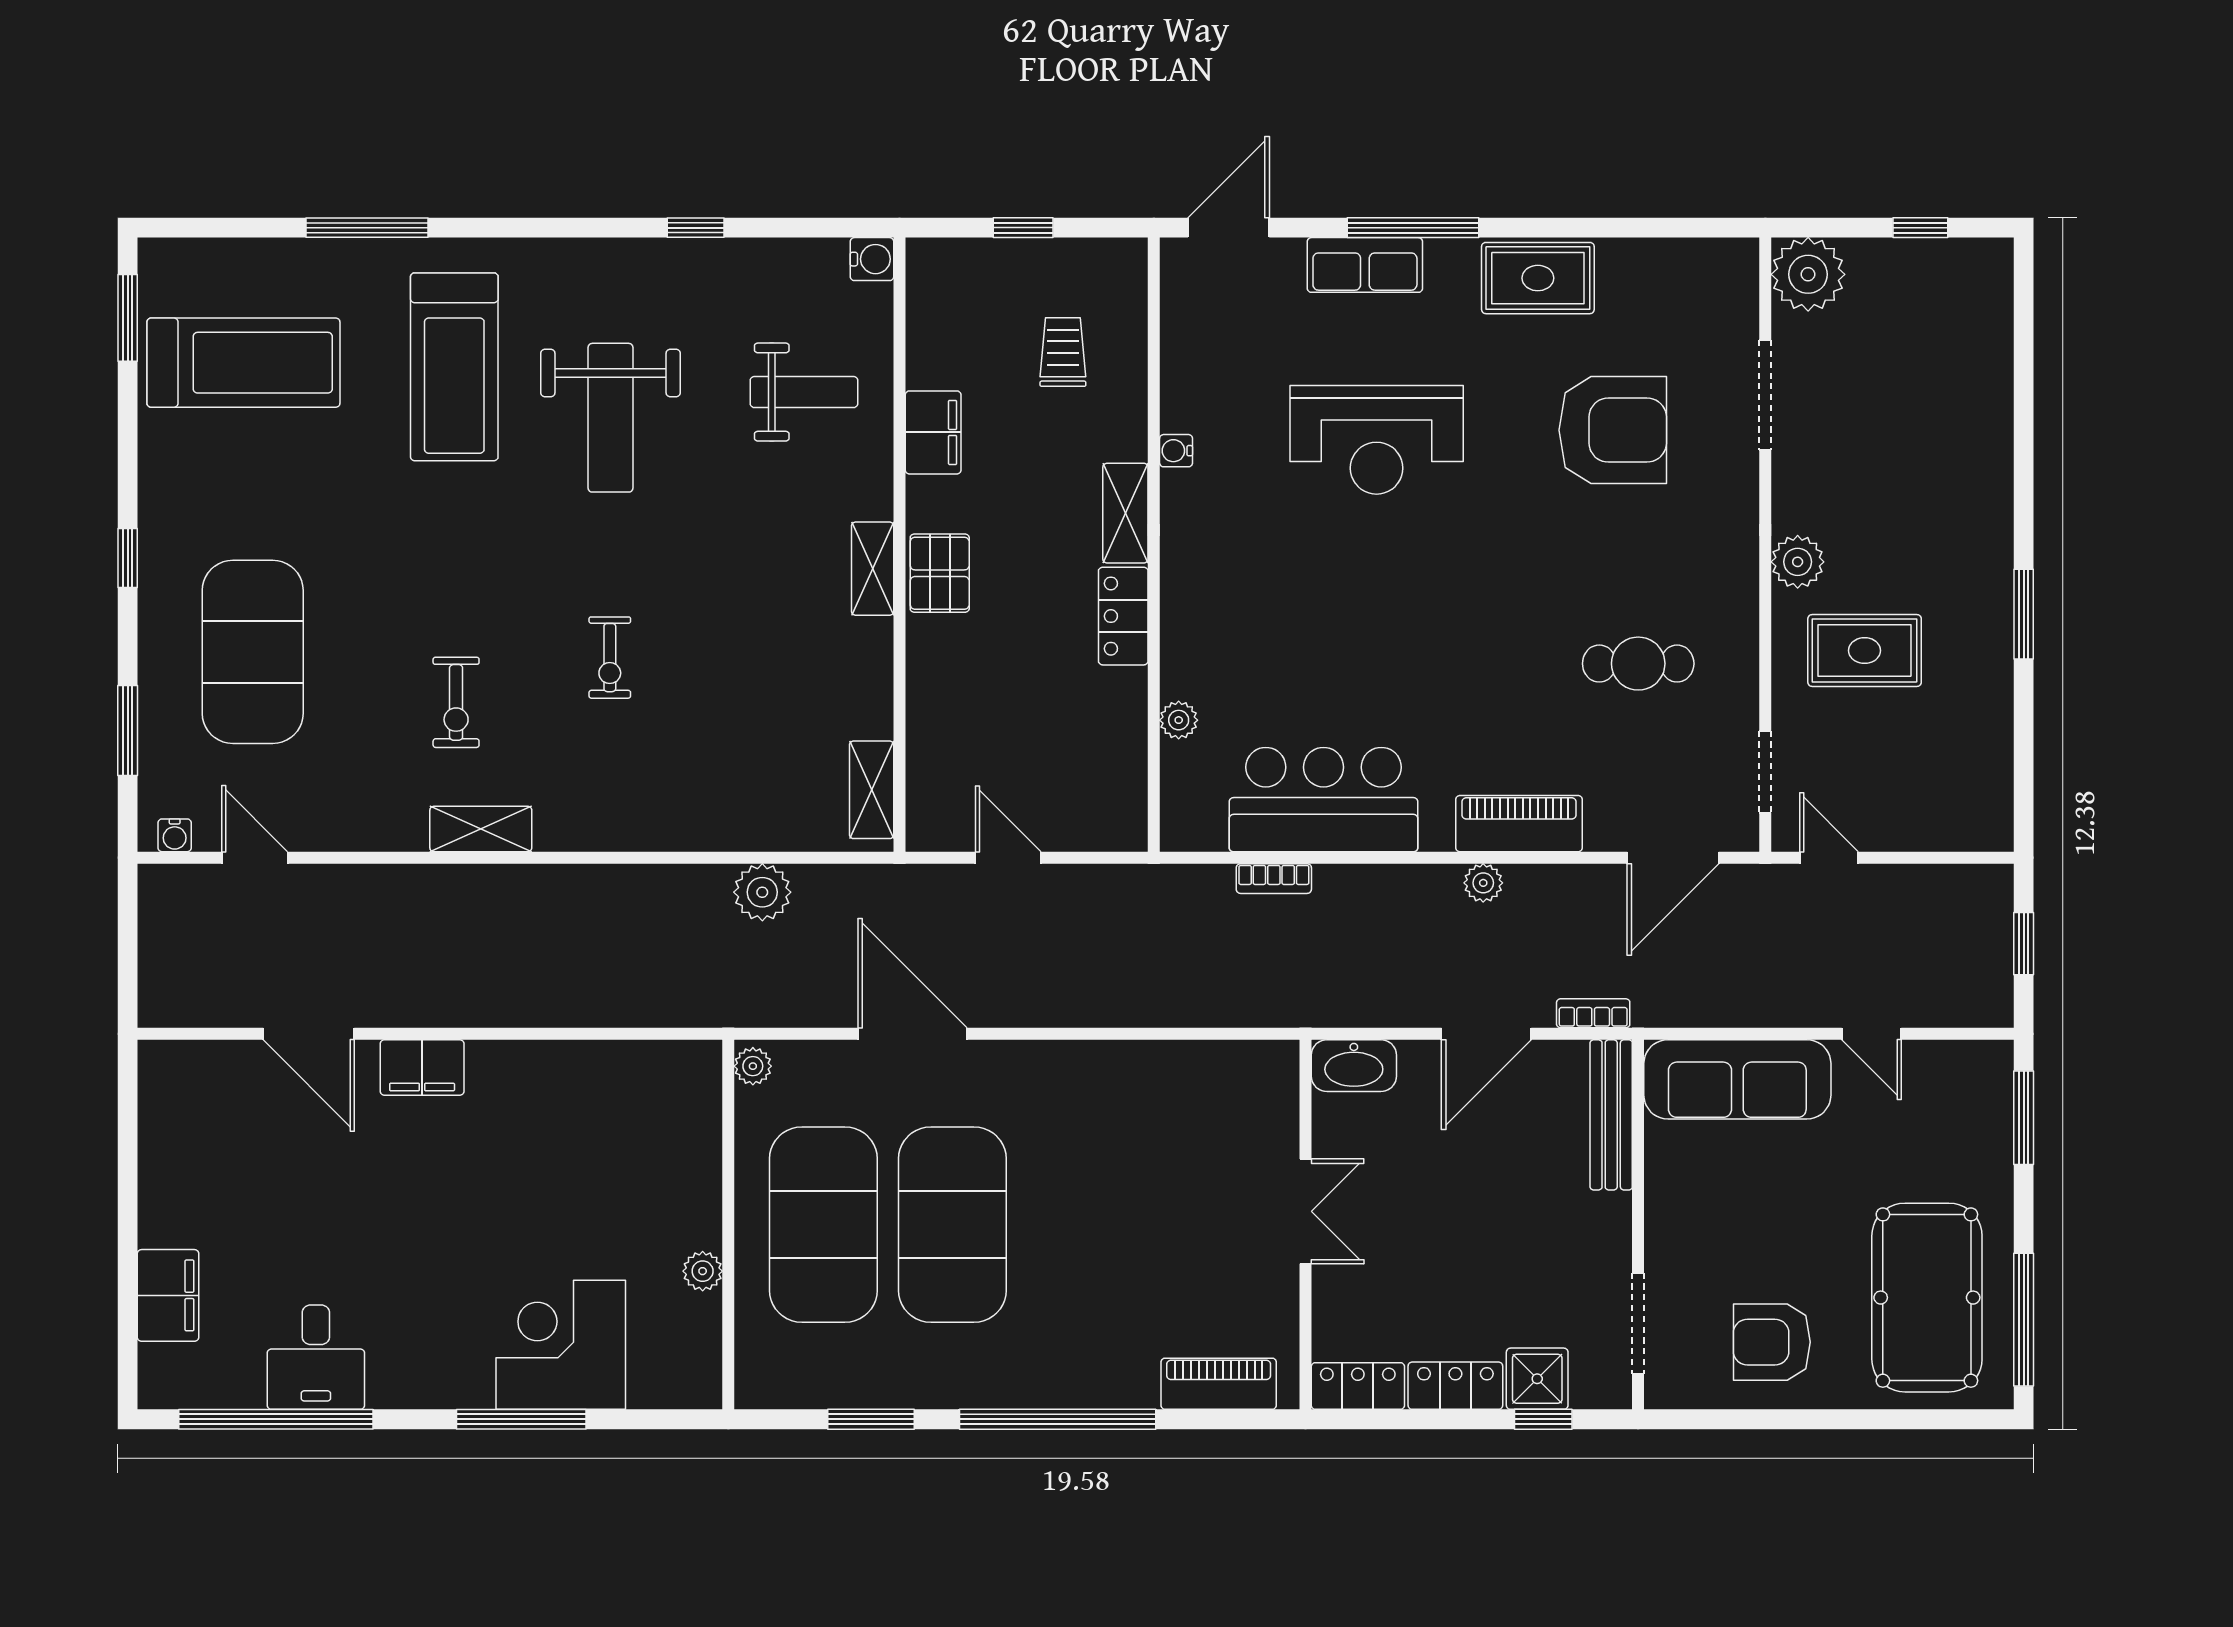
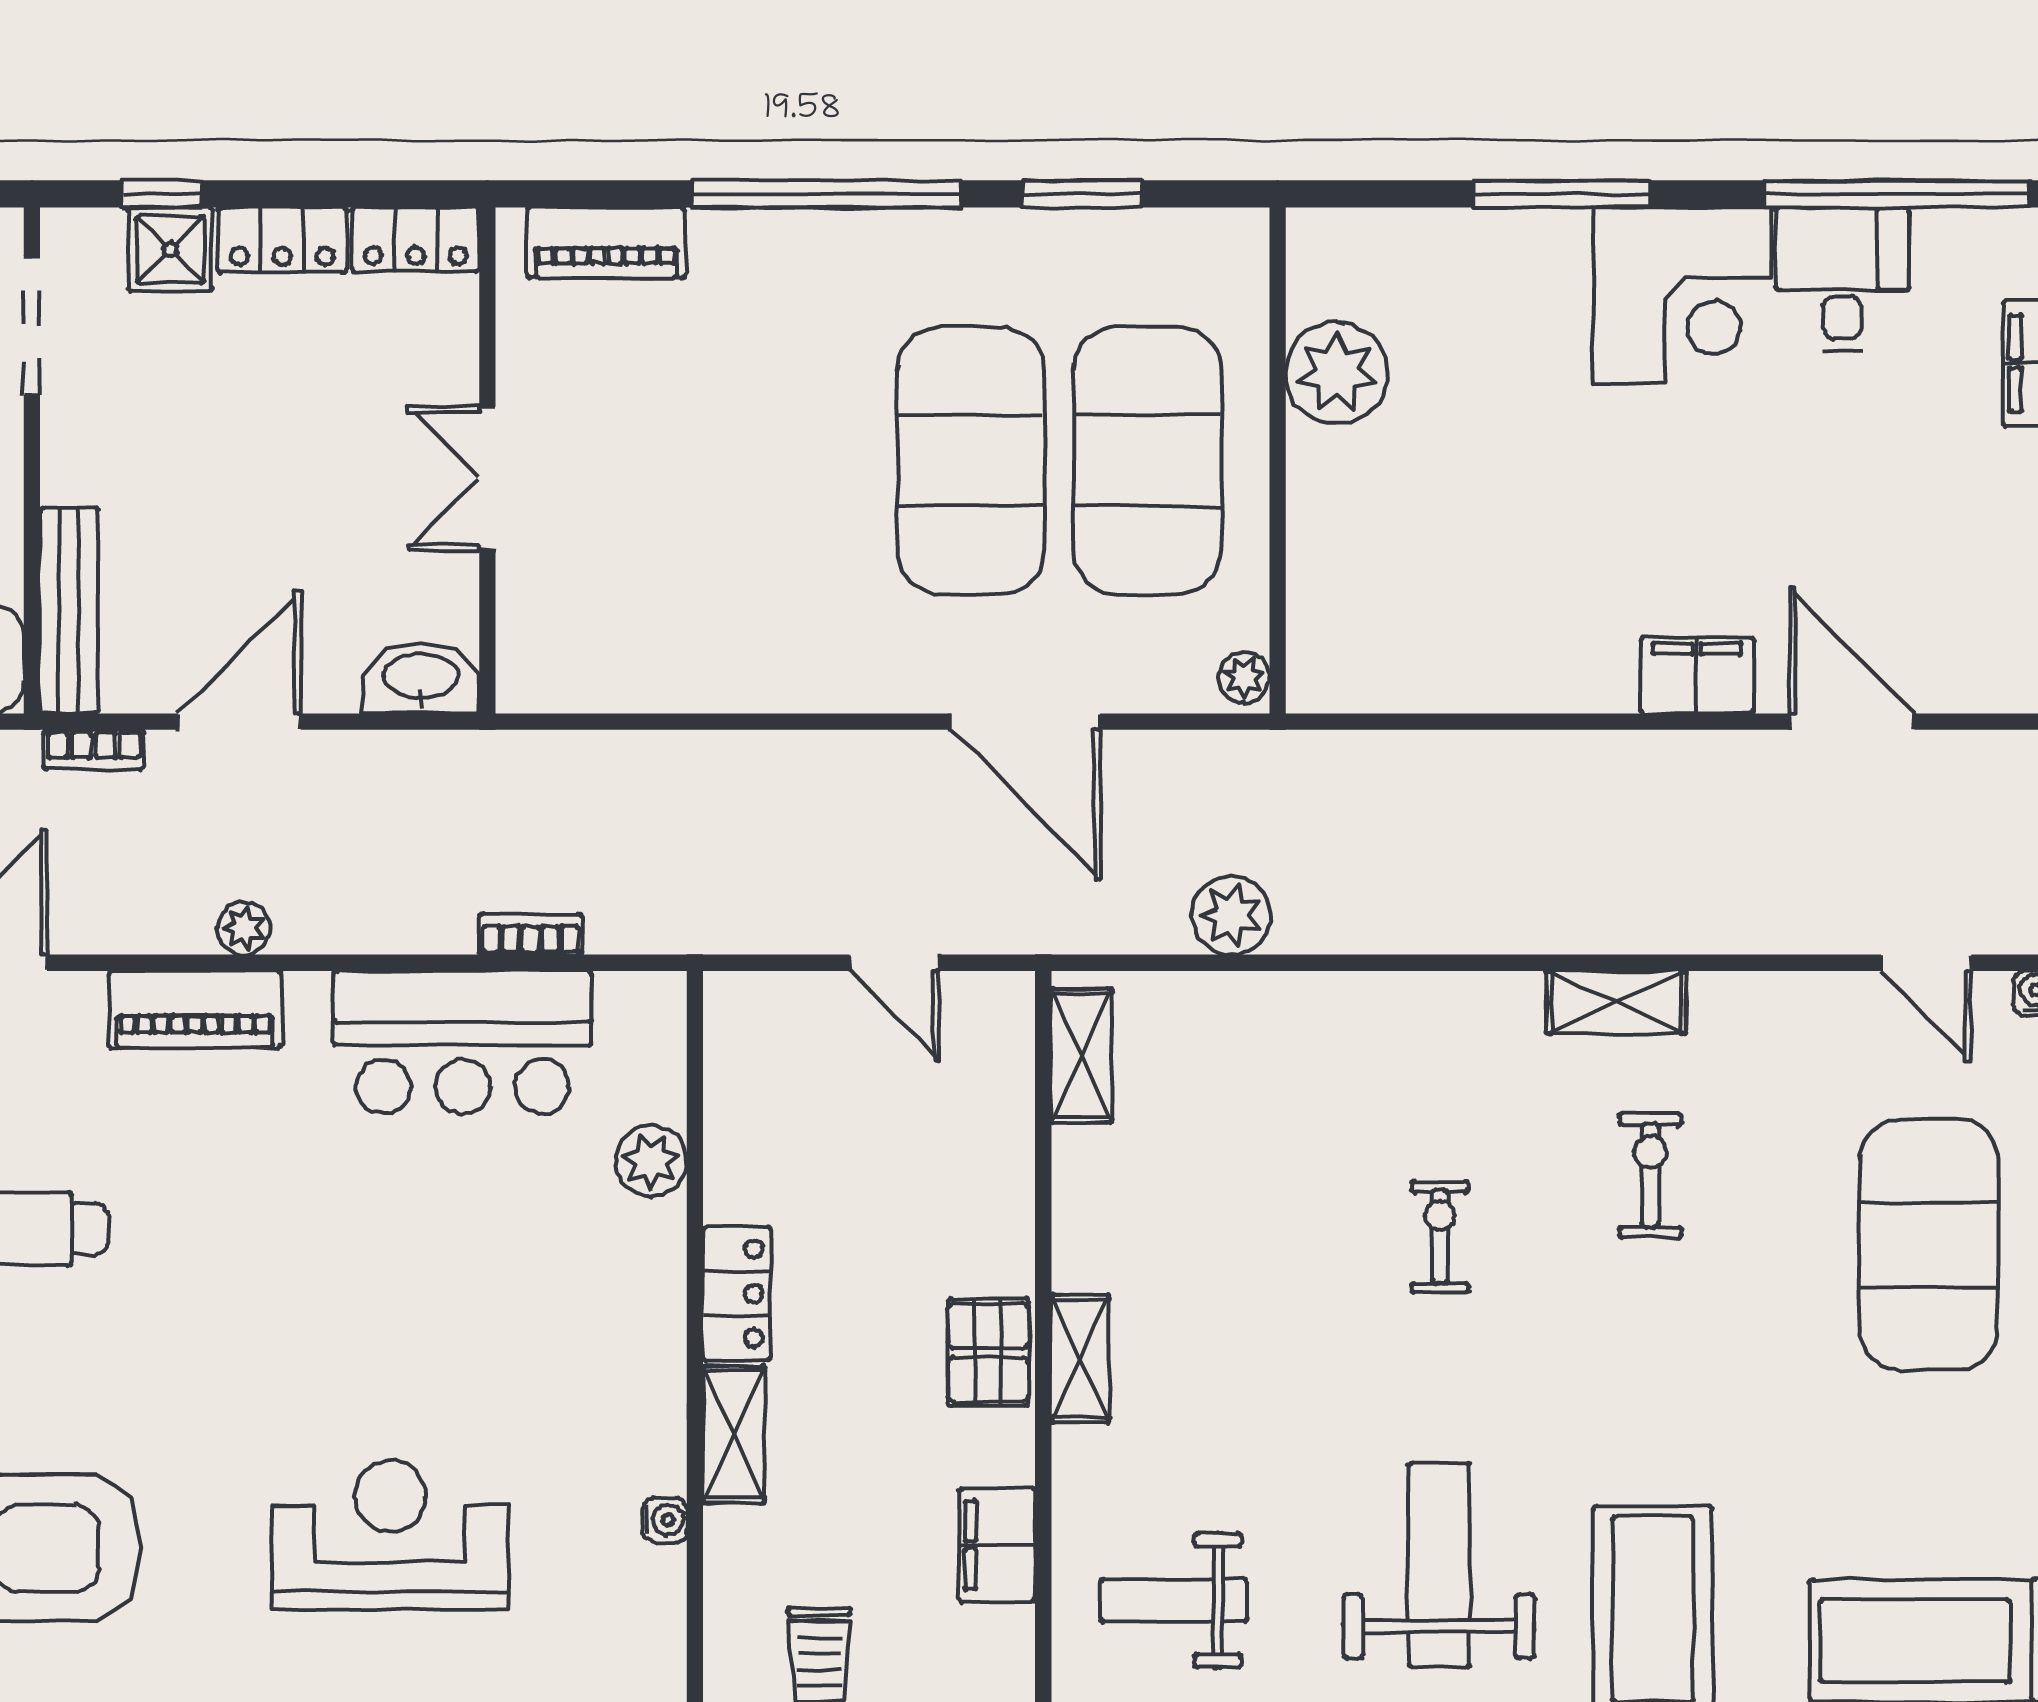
plant: (1179, 720) -> (651, 1161), width x1.38, depth x1.38
plant: (703, 1271) -> (1337, 373), width x1.87, depth x1.87
corner desk: (561, 1345) -> (1682, 296), moved

